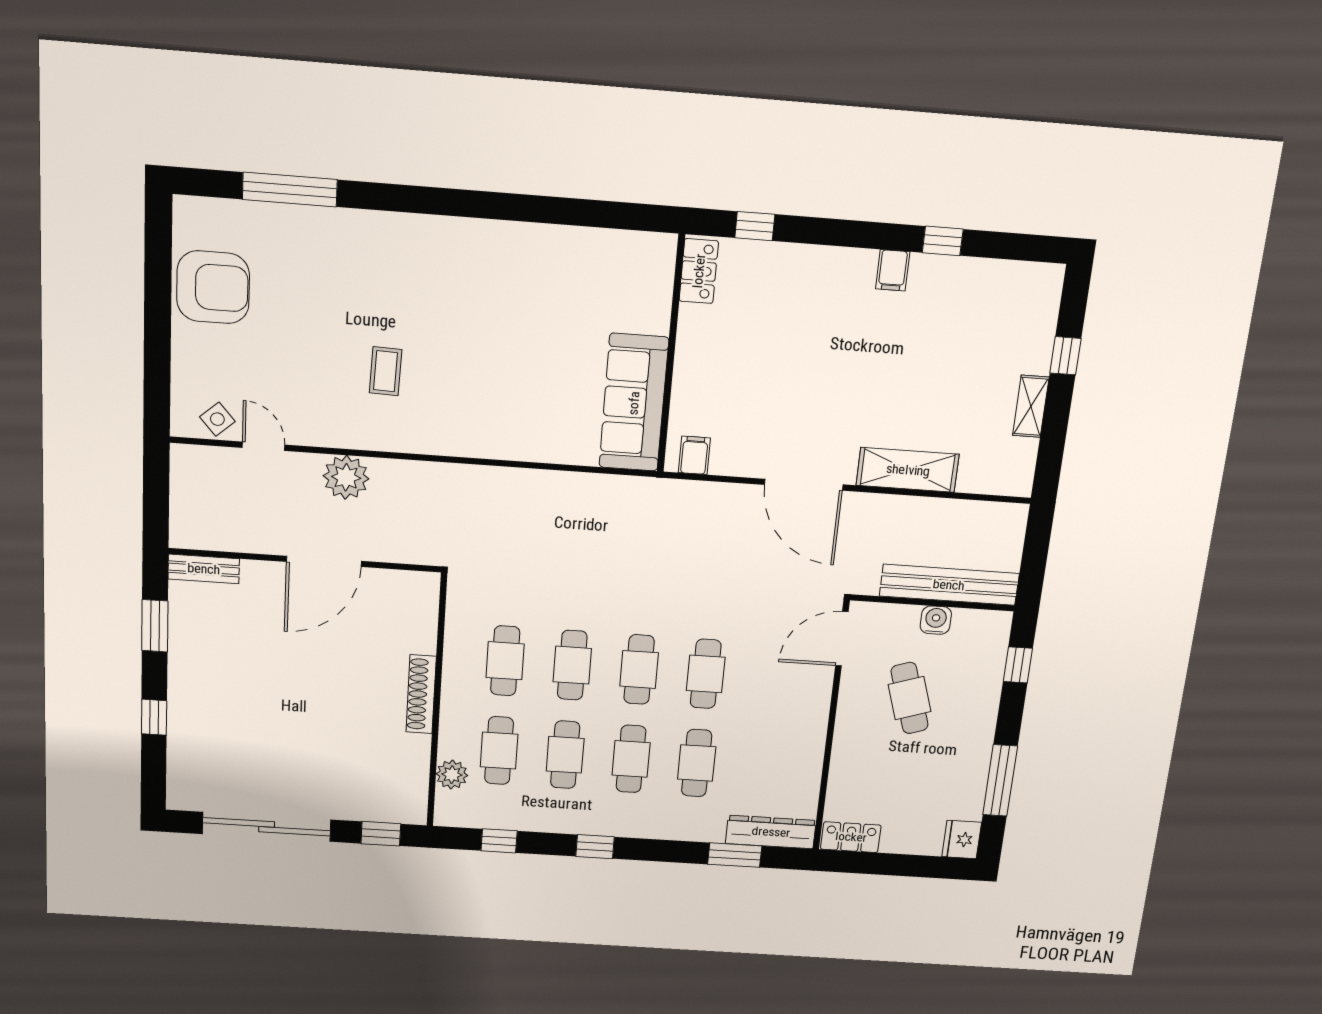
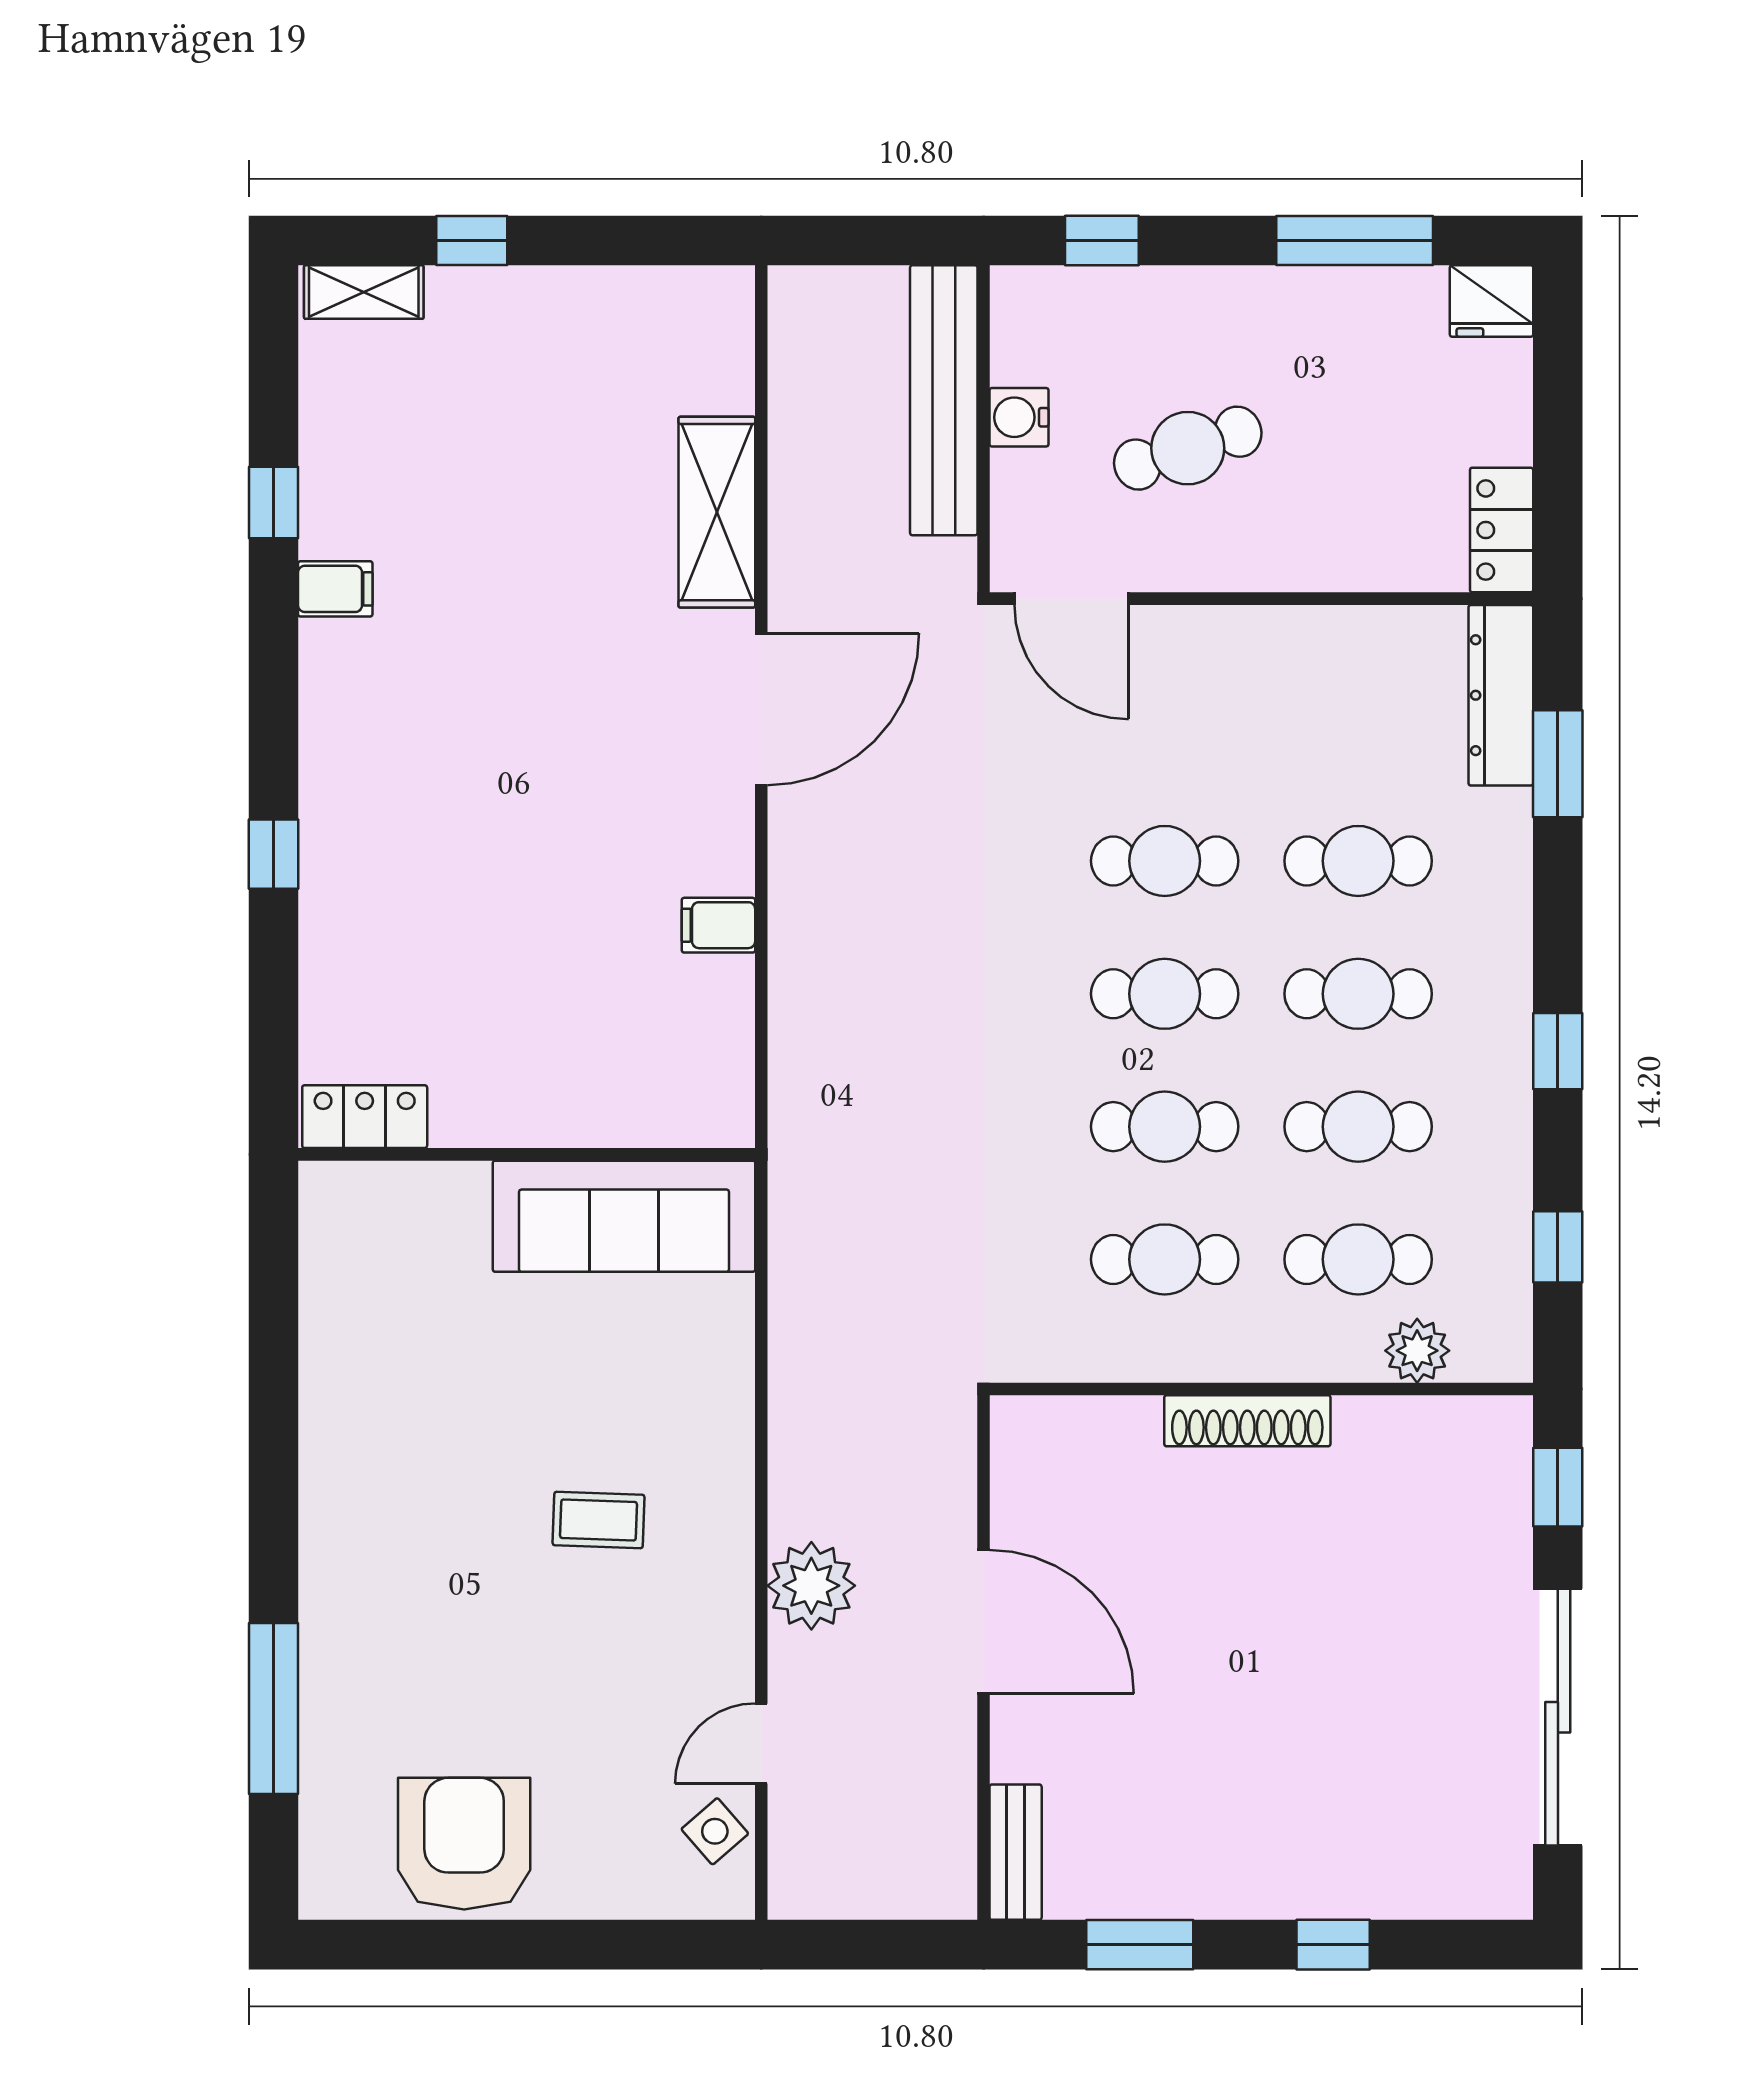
locker: (699, 271) -> (365, 1117), moved
wall: (671, 355) -> (527, 1154), moved
sofa: (634, 403) -> (624, 1216), moved
shelving: (1031, 406) -> (364, 292), moved

